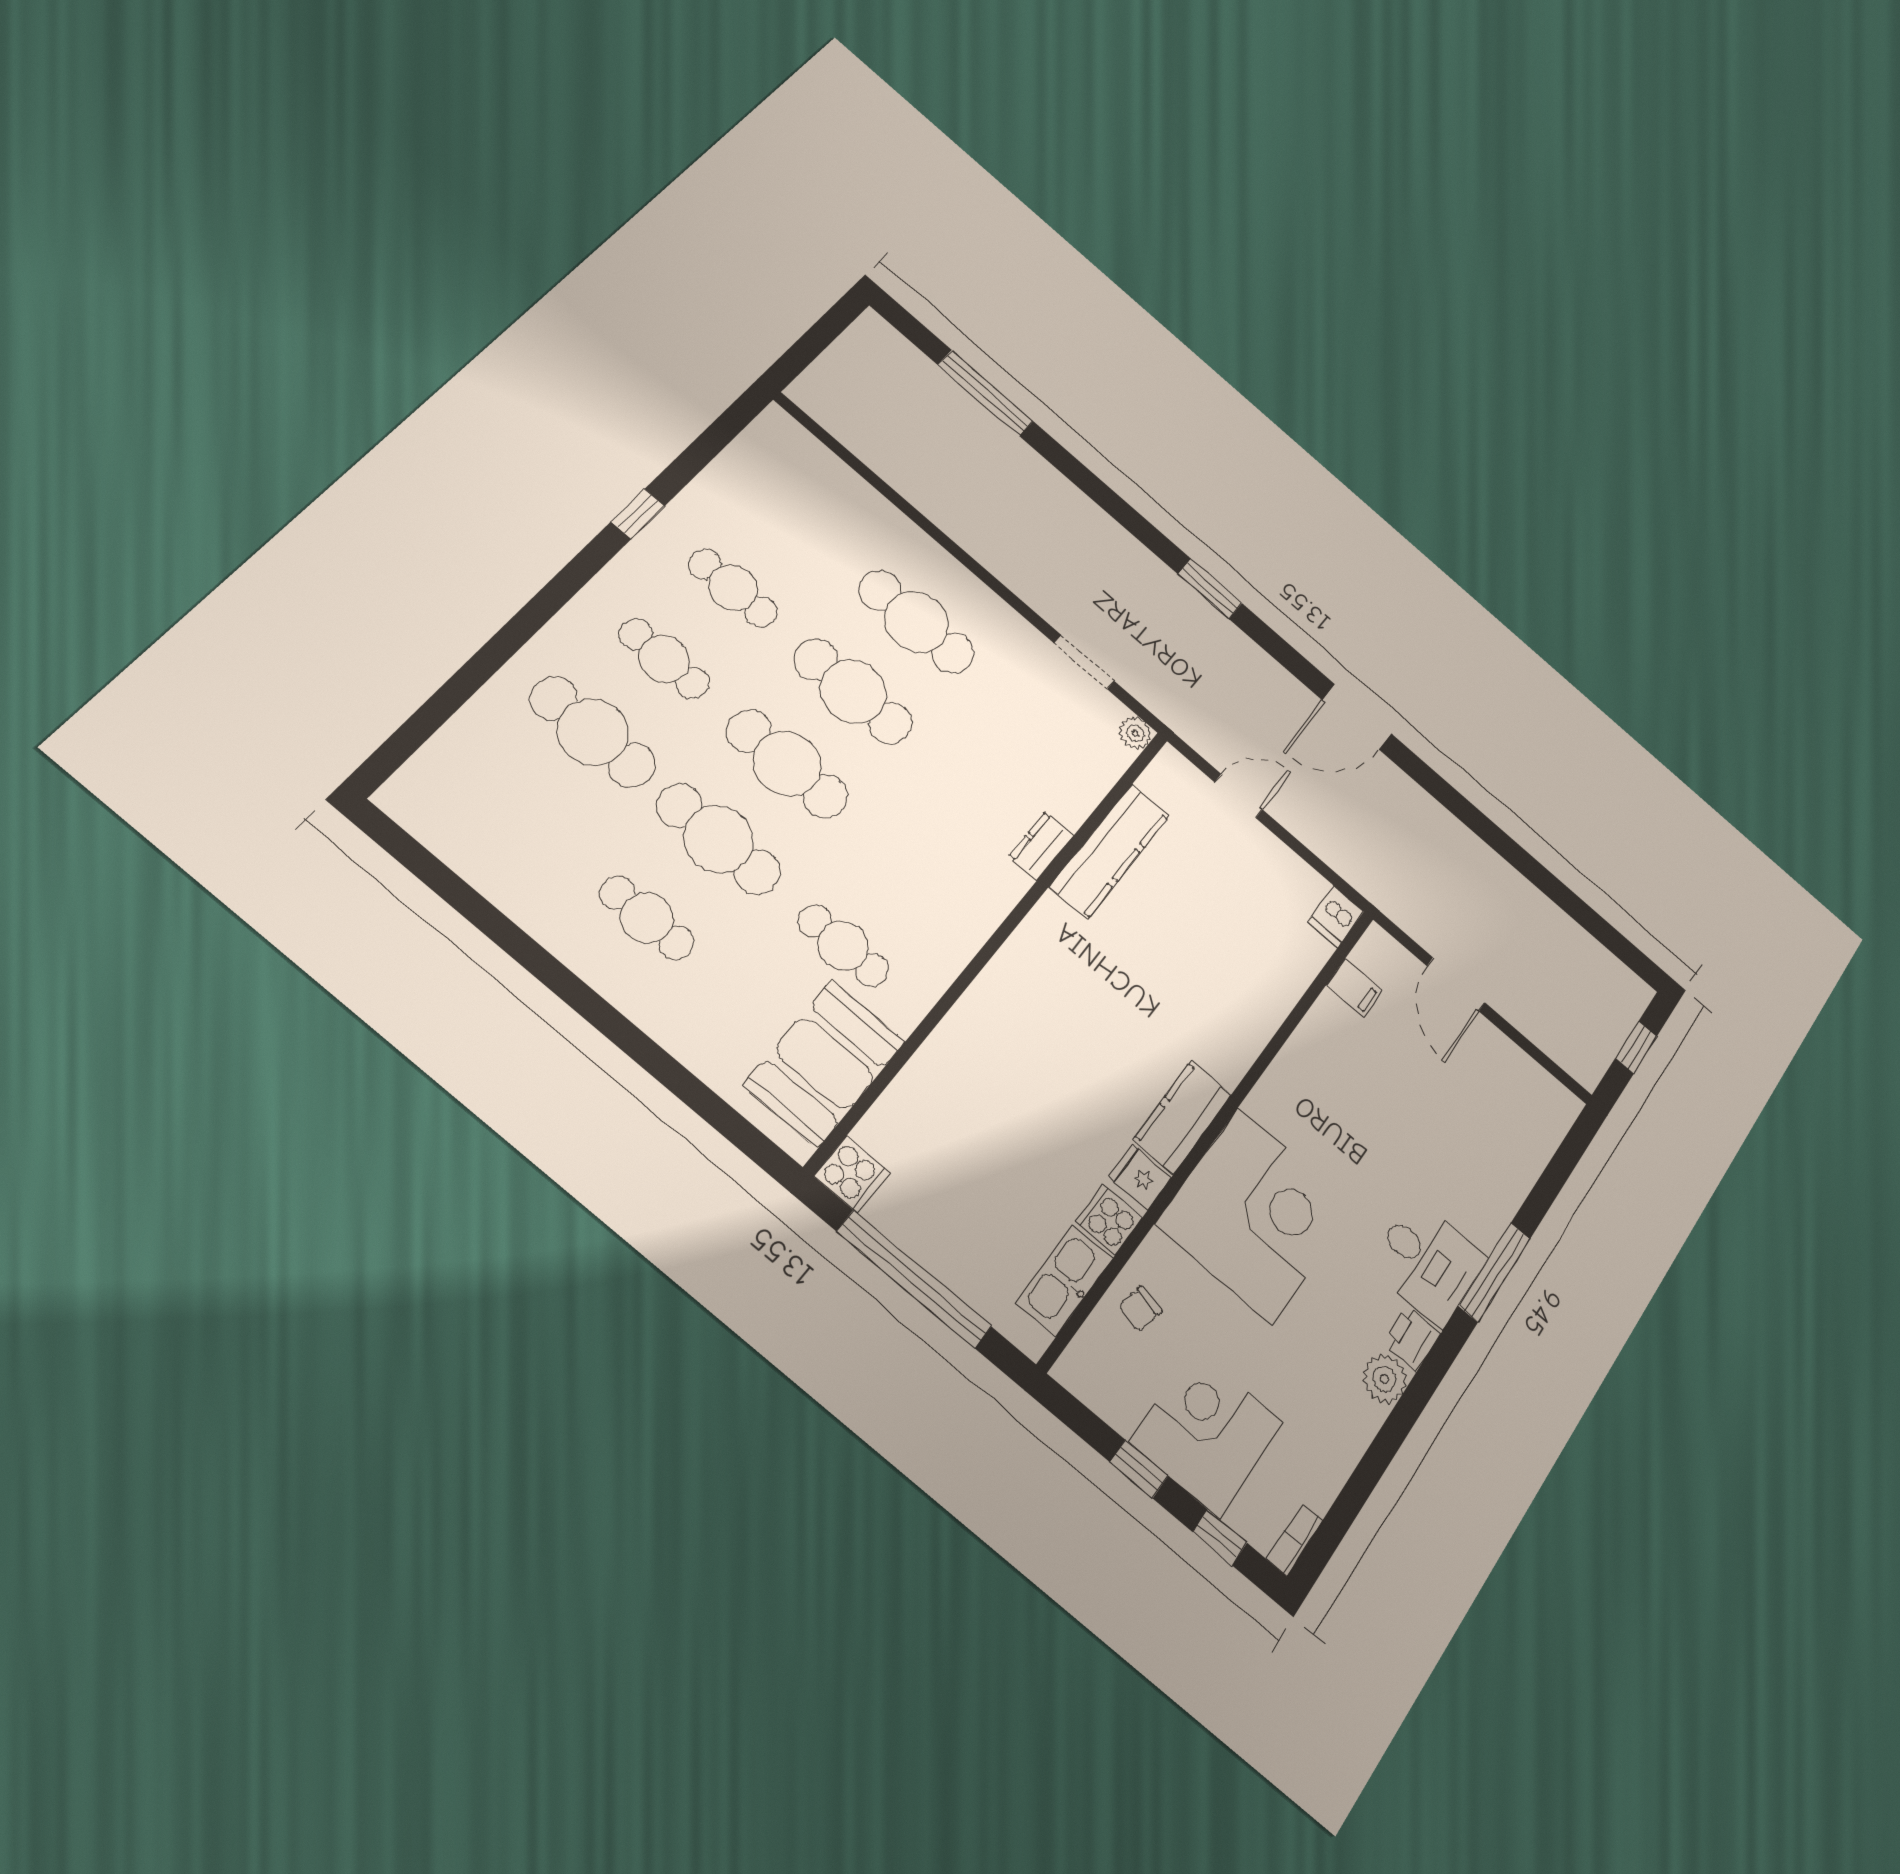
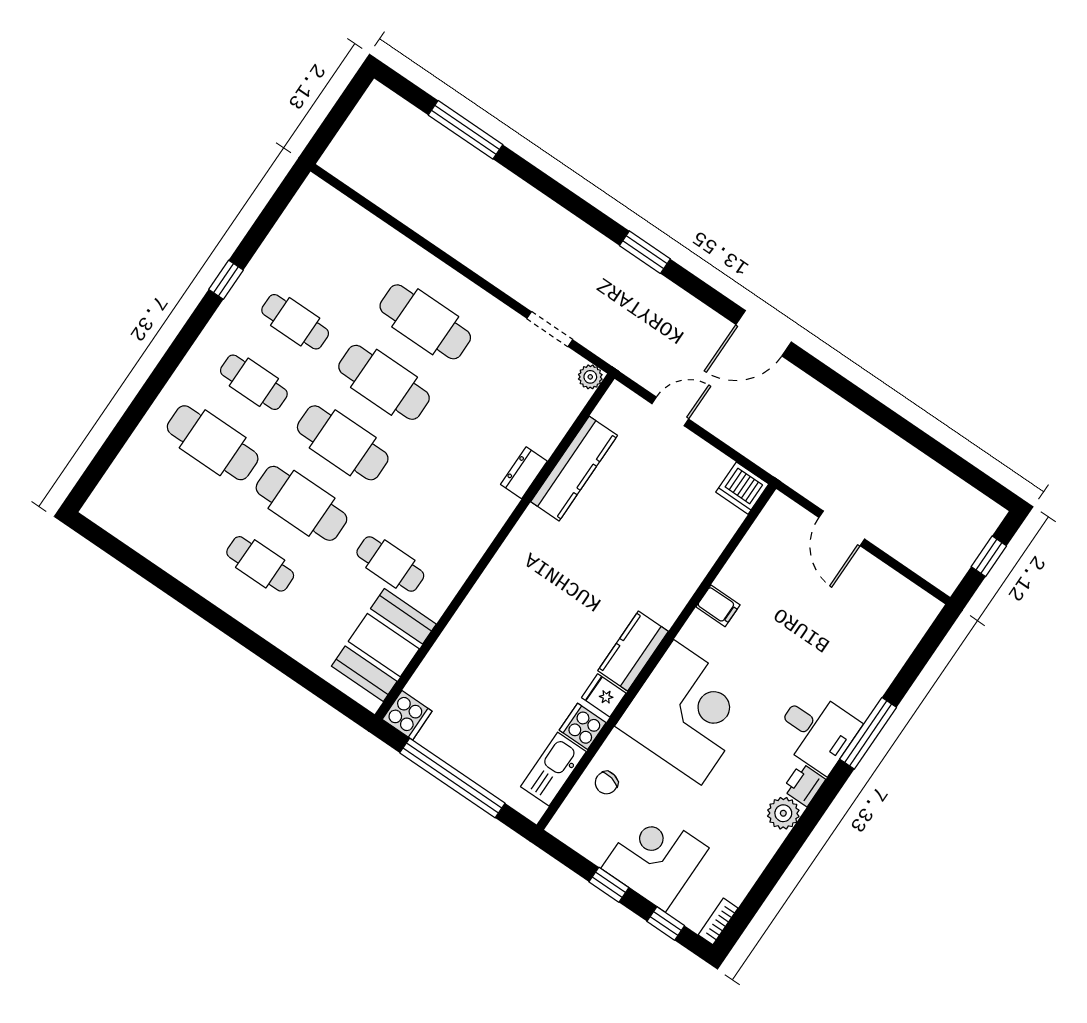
dishwasher: (1336, 917) -> (742, 488), width x1.38
filing cabinet: (1354, 988) -> (718, 606), moved

